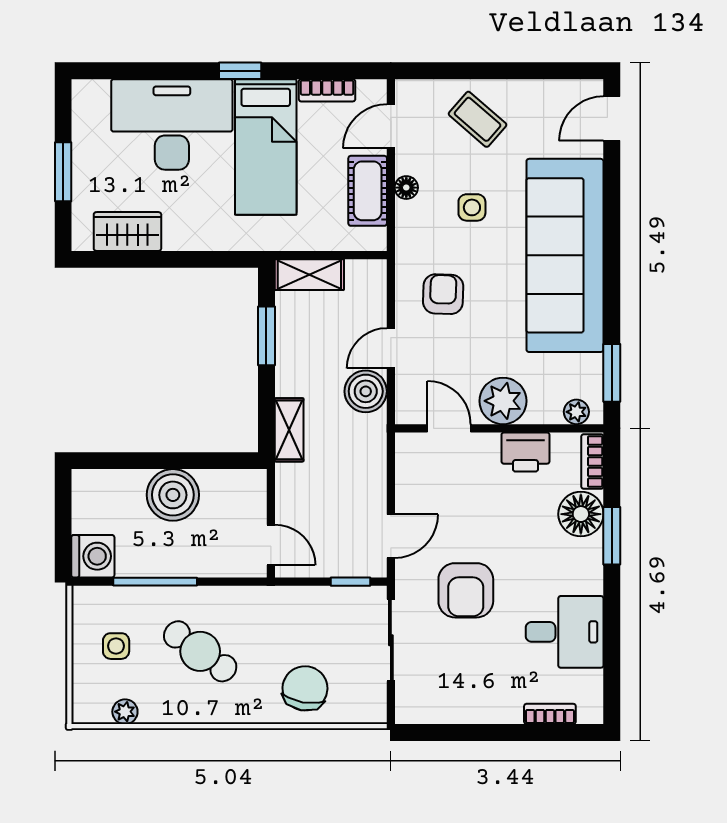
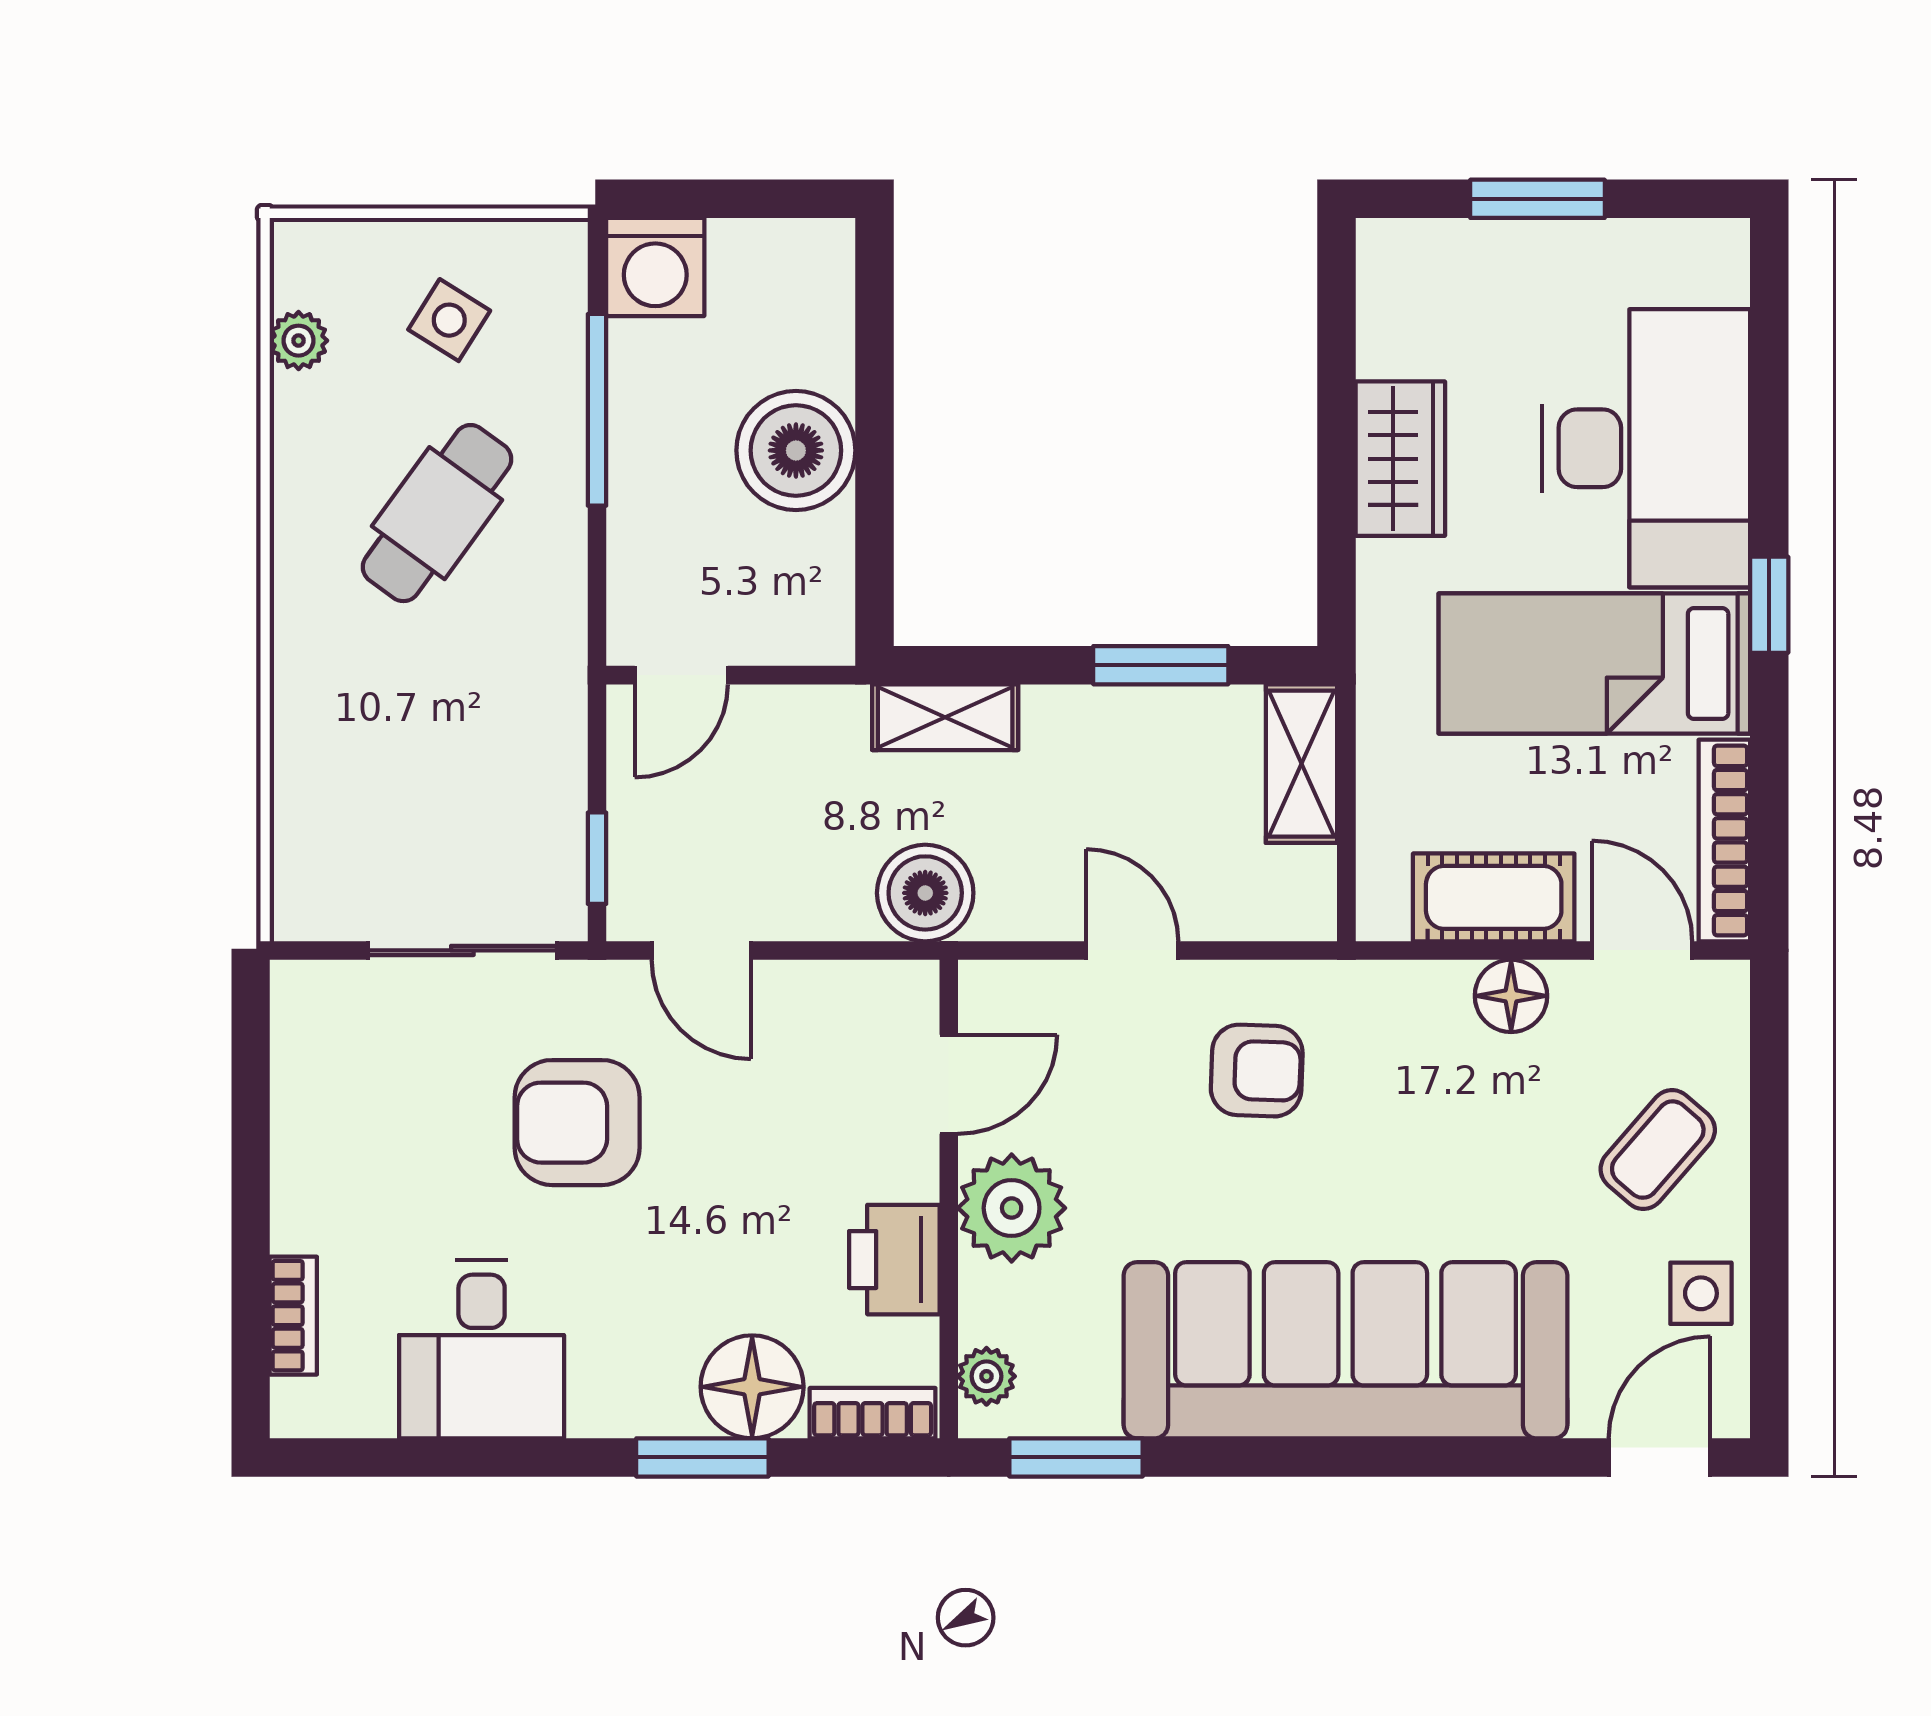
bookcase: (327, 90) -> (1724, 840), width x1.56
door: (612, 119) -> (1660, 1457), hinge flipped
floor lamp: (406, 188) -> (1511, 996), width x1.37, depth x1.37
side table: (472, 207) -> (1701, 1293), moved
wardrobe: (127, 232) -> (1400, 459), moved
boiler: (366, 391) -> (925, 893), moved
side table: (116, 646) -> (449, 320), turned 32
chair: (305, 688) -> (352, 754), removed

